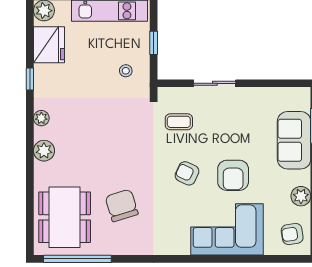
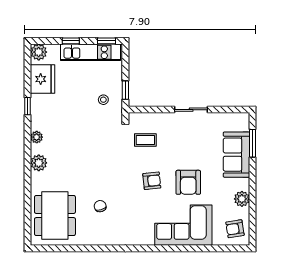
window: (154, 43) -> (125, 90), moved
sliding door: (215, 83) -> (191, 110), moved
armchair: (187, 173) -> (152, 181), turned 149
chair: (122, 205) -> (100, 206), width x0.54, depth x0.54
window: (77, 259) -> (65, 248), removed

